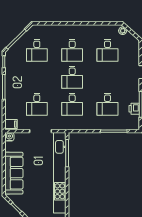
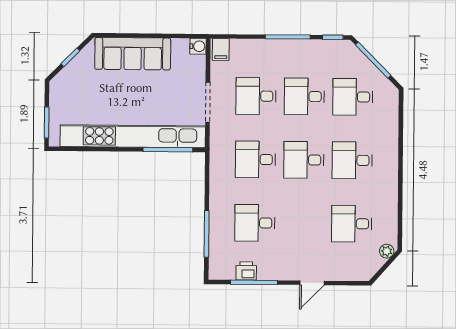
desk: (37, 77) -> (304, 96), added

